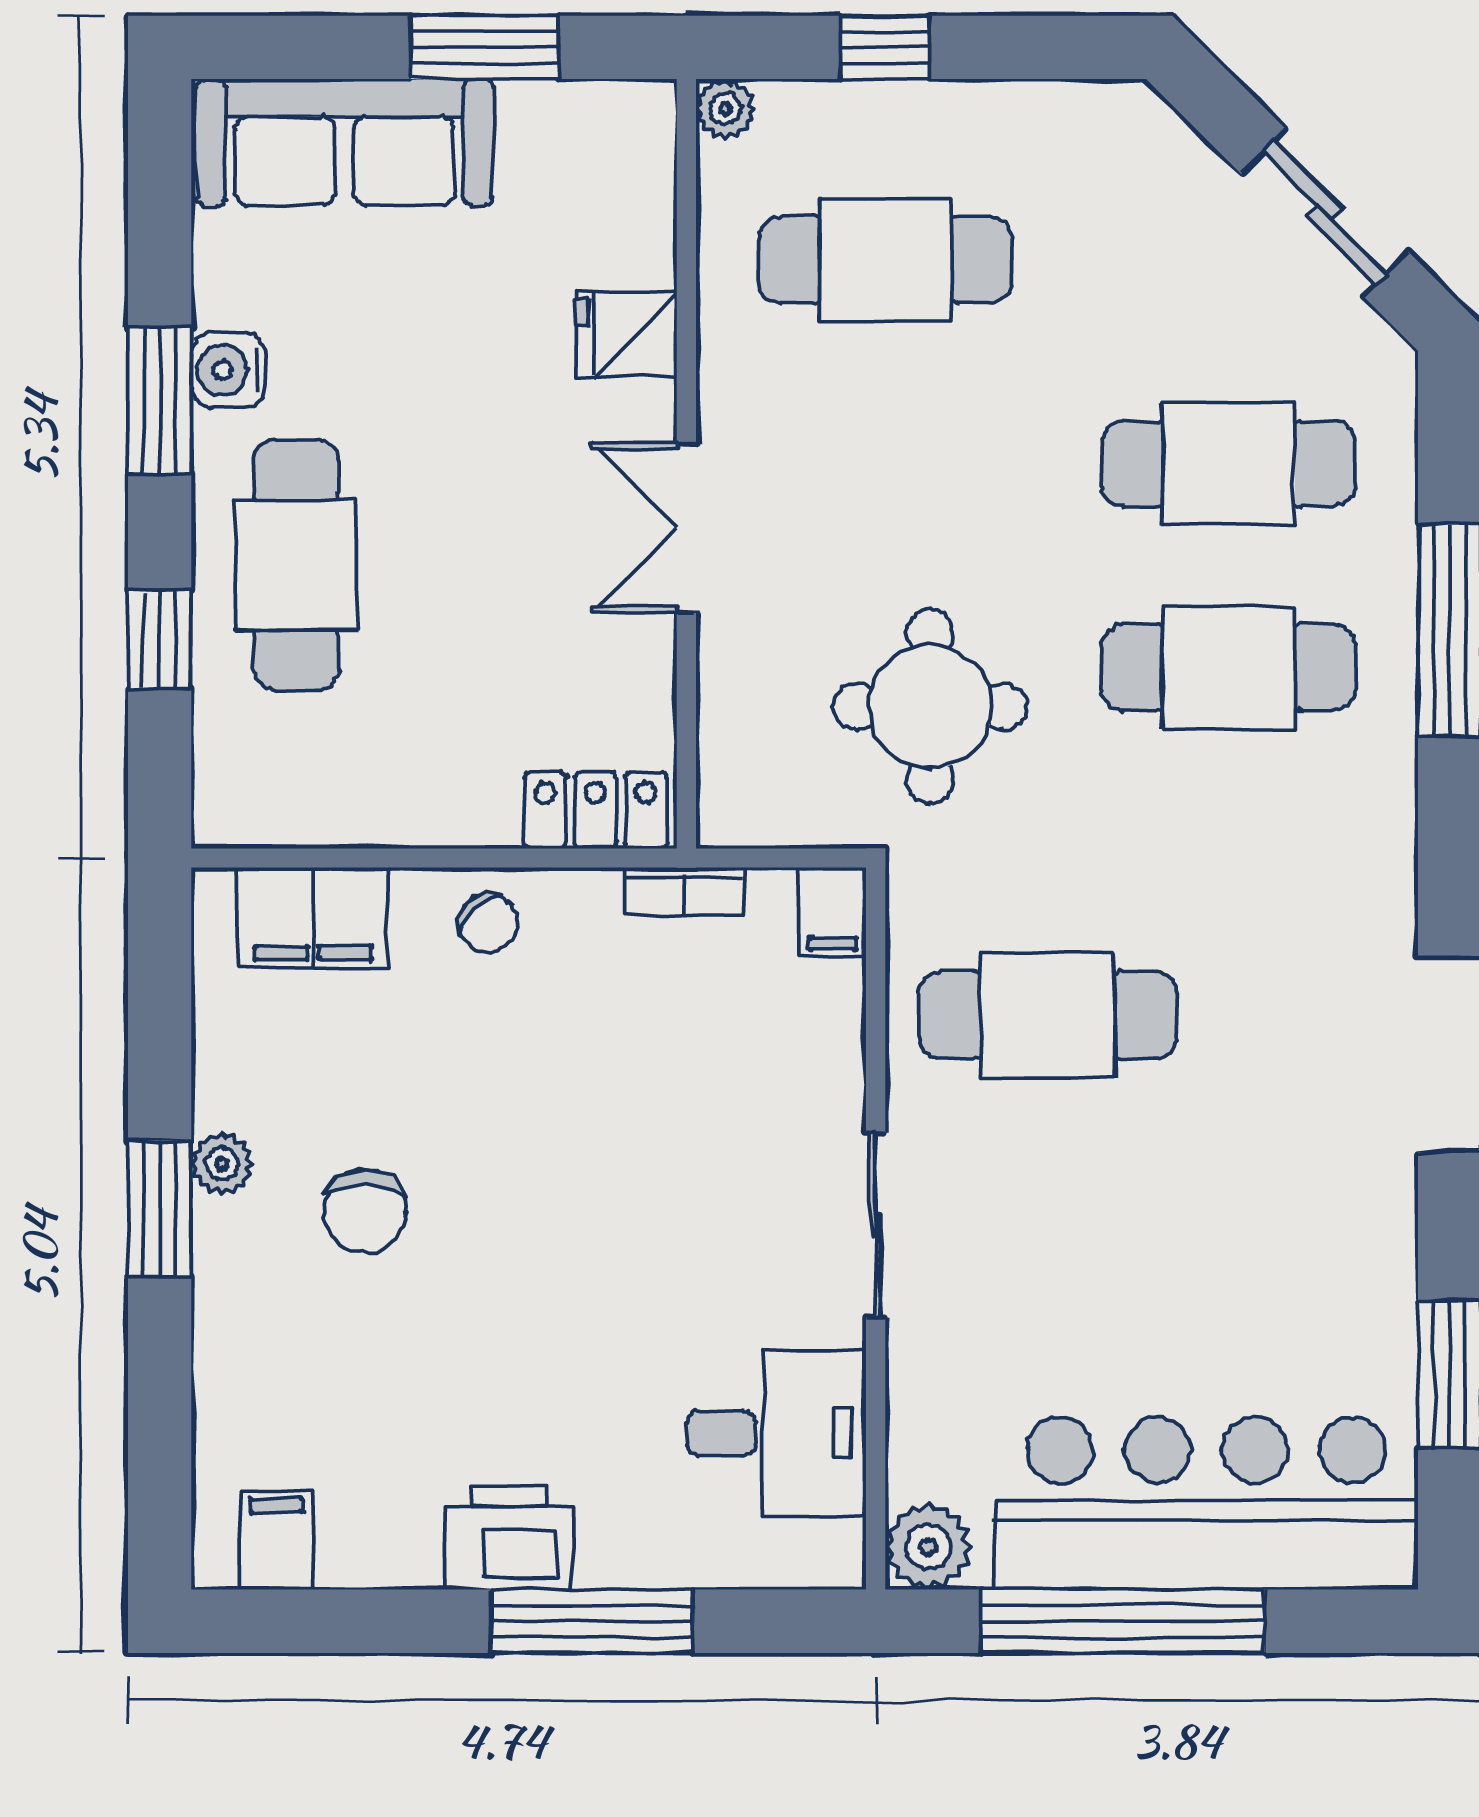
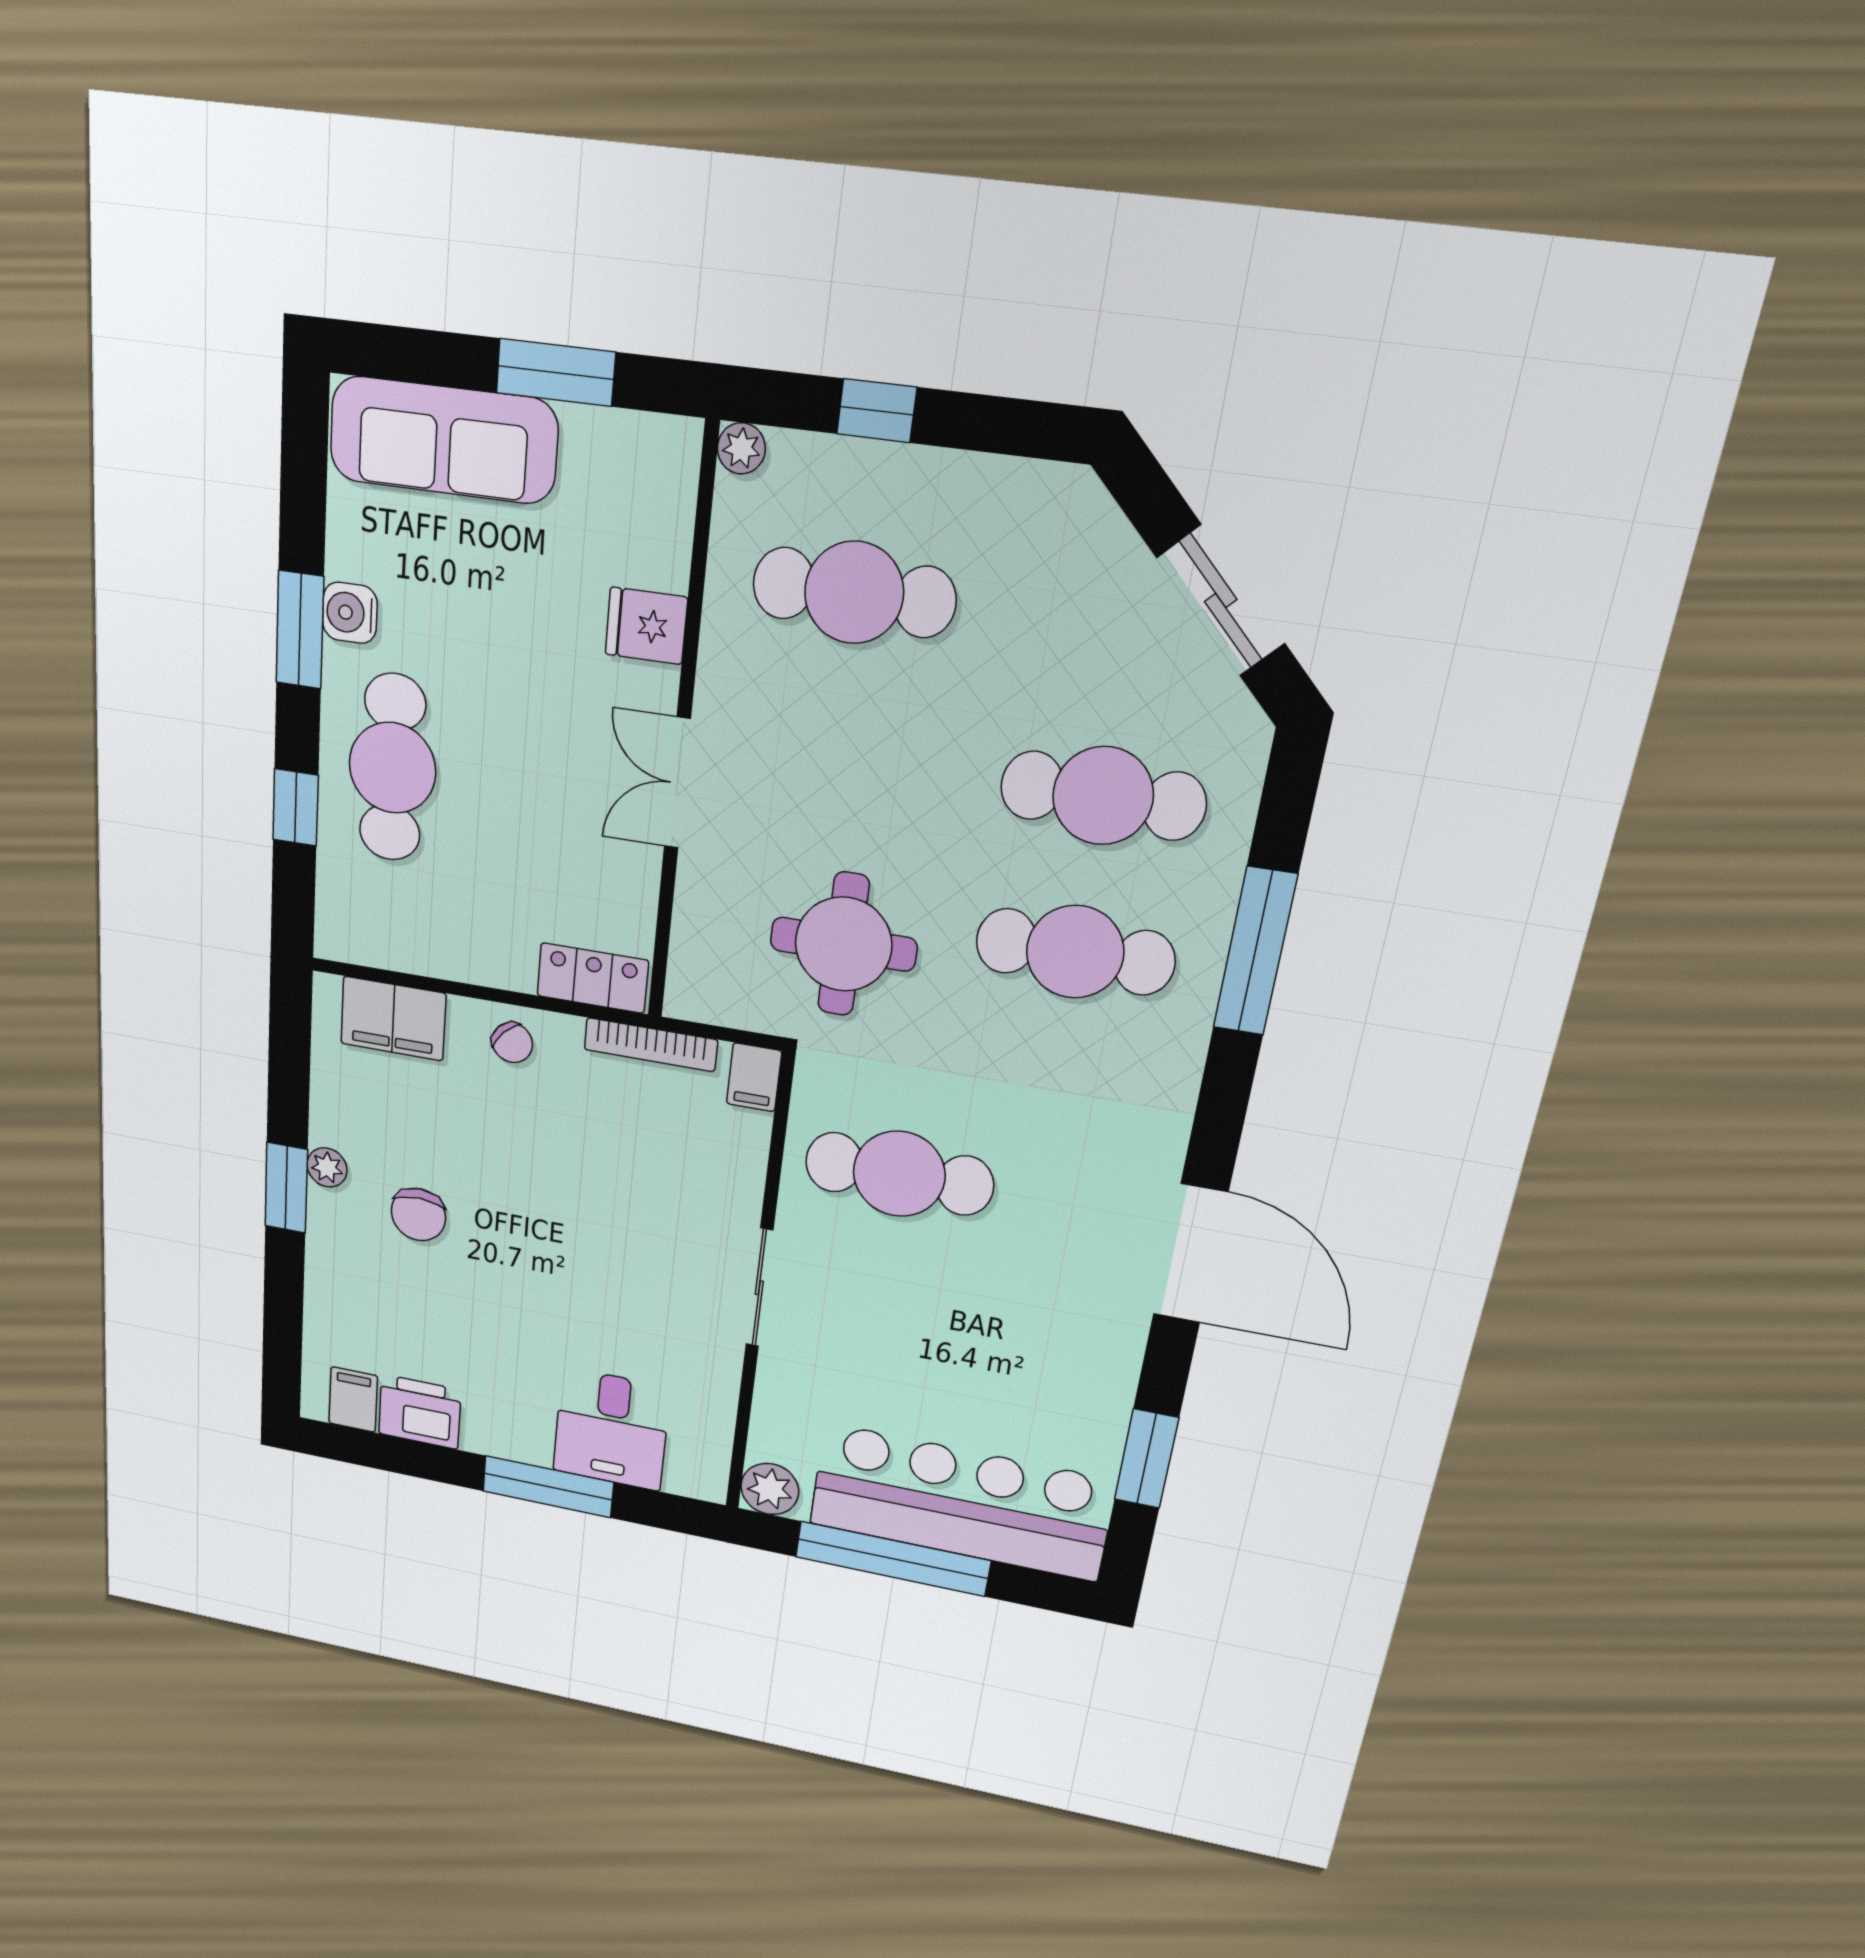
bookcase: (685, 891) -> (651, 1045), width x1.56
desk: (777, 1433) -> (611, 1429), moved, turned 90
printer: (508, 1538) -> (420, 1412), moved

